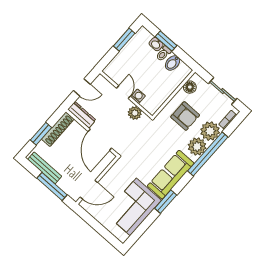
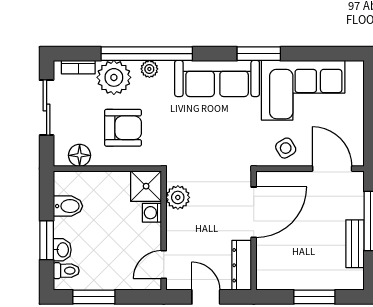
toilet: (163, 54) -> (66, 271), moved
door: (123, 92) -> (164, 265), moved
shower: (152, 104) -> (146, 186), added
armchair: (185, 116) -> (123, 128), turned 90
shoe rack: (58, 129) -> (289, 280), removed
plant: (197, 147) -> (149, 69), width x0.53, depth x0.53
bench: (45, 168) -> (355, 244), width x0.73
side table: (115, 178) -> (286, 148), added

